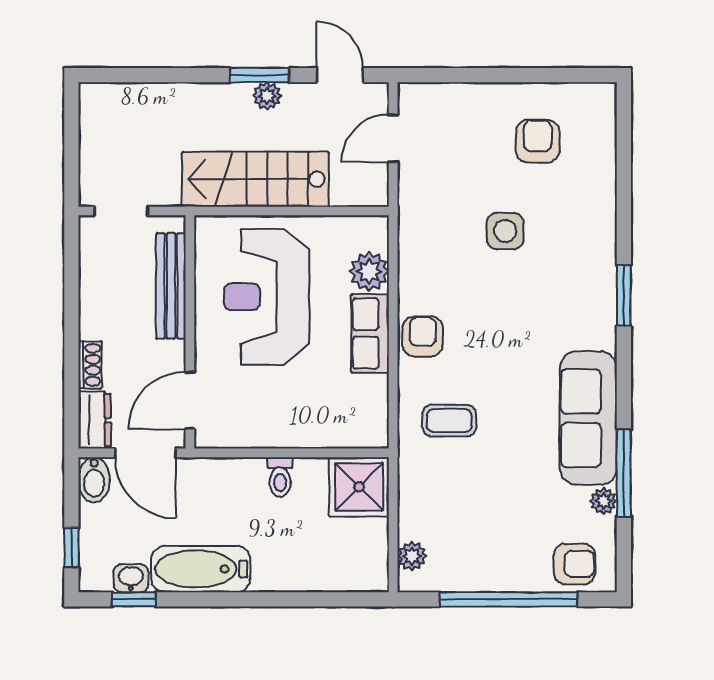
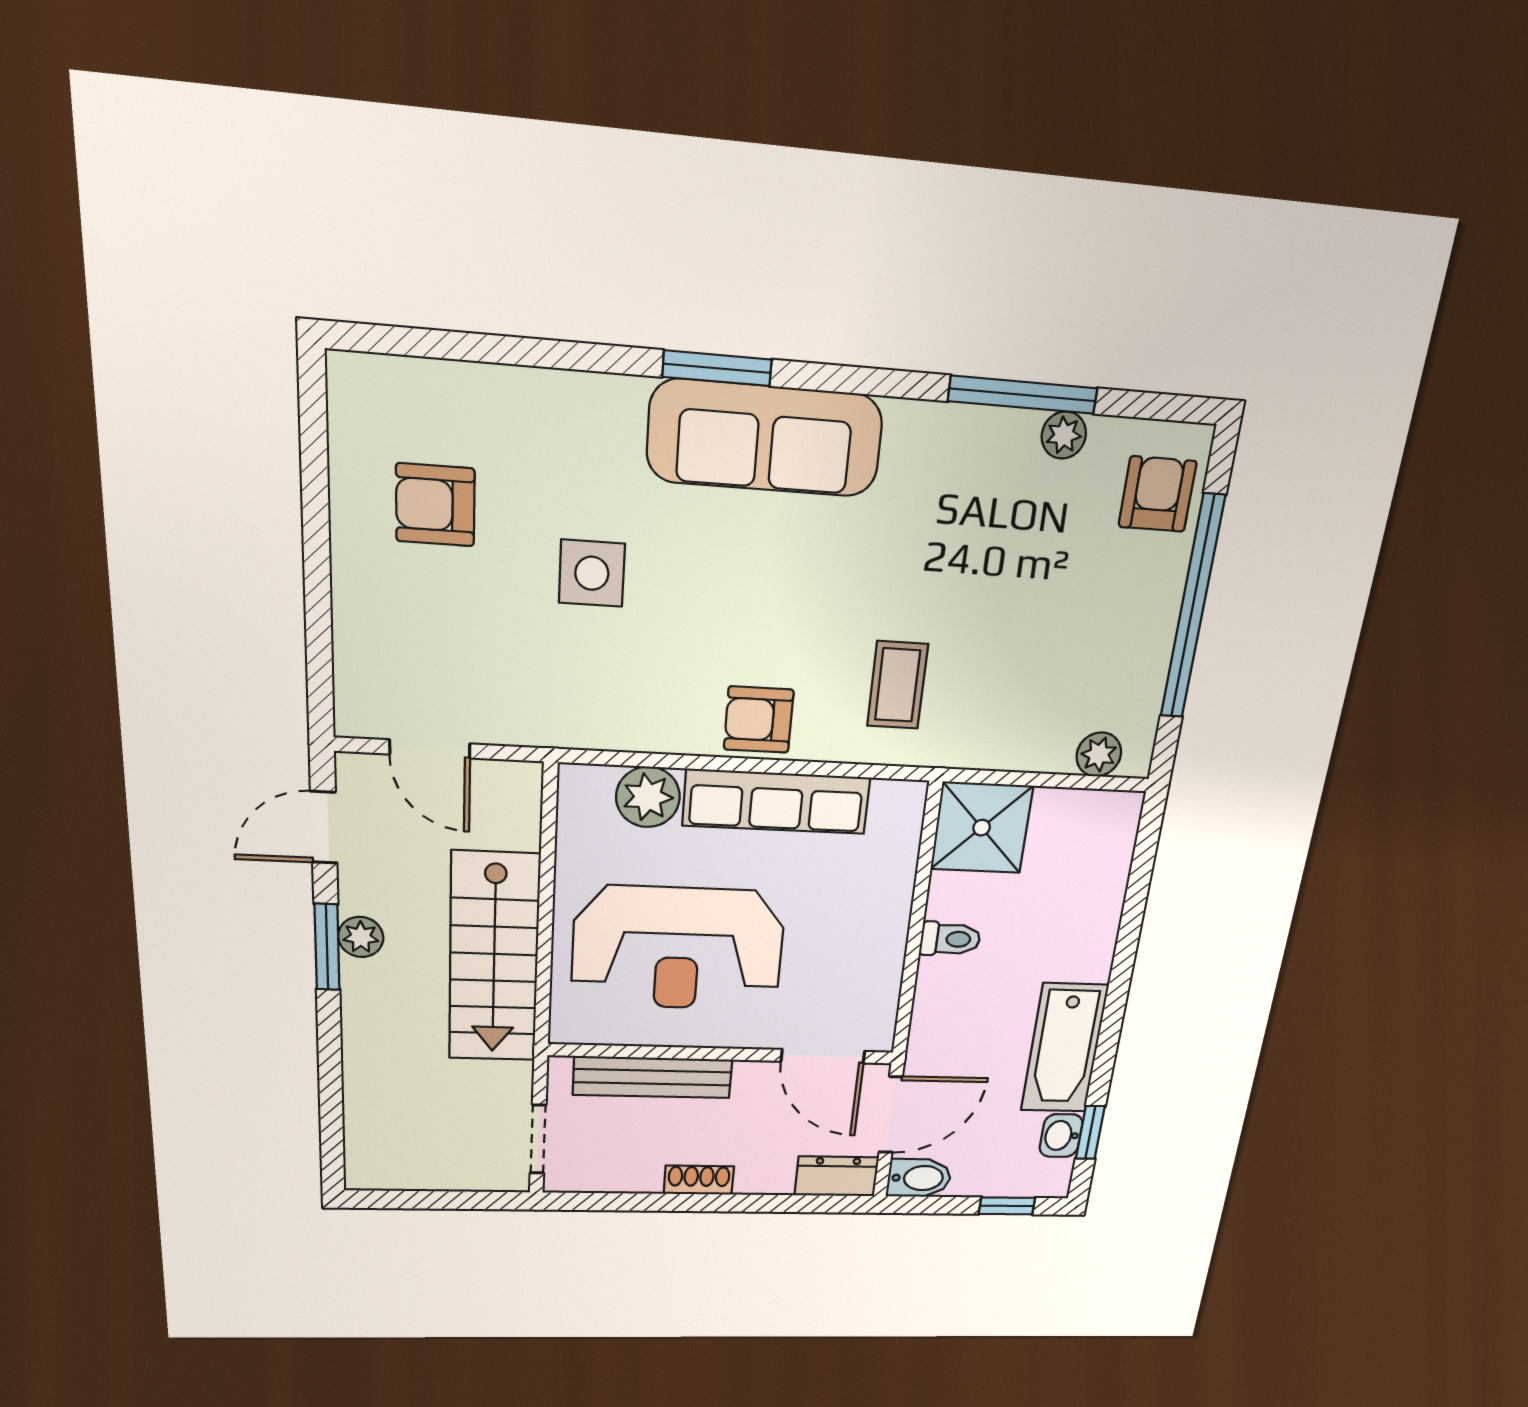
row of seats: (370, 333) -> (776, 802), width x1.48
shoe rack: (90, 365) -> (699, 1180), moved
sofa: (588, 418) -> (765, 438), moved

